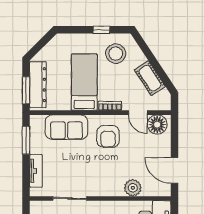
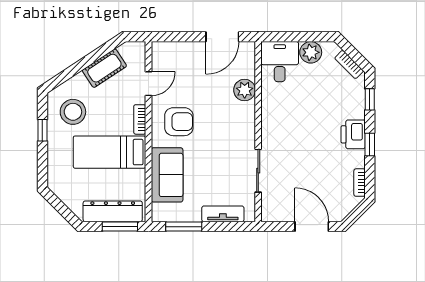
floor lamp: (157, 125) -> (164, 59), removed

